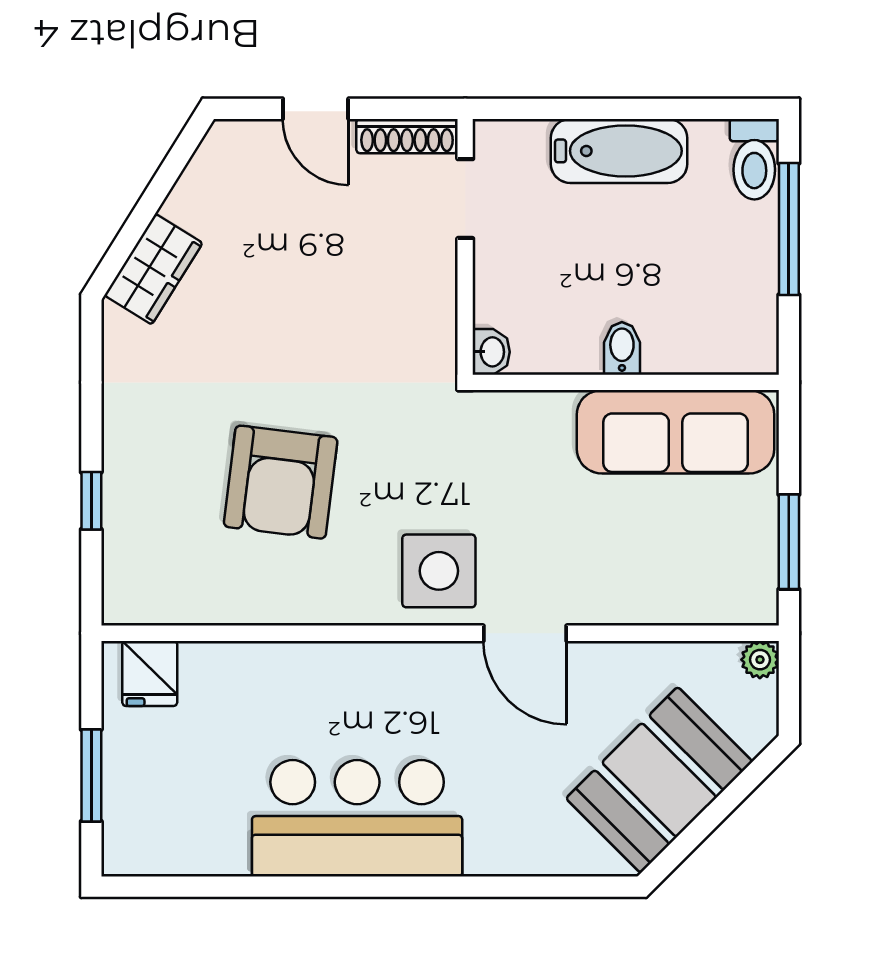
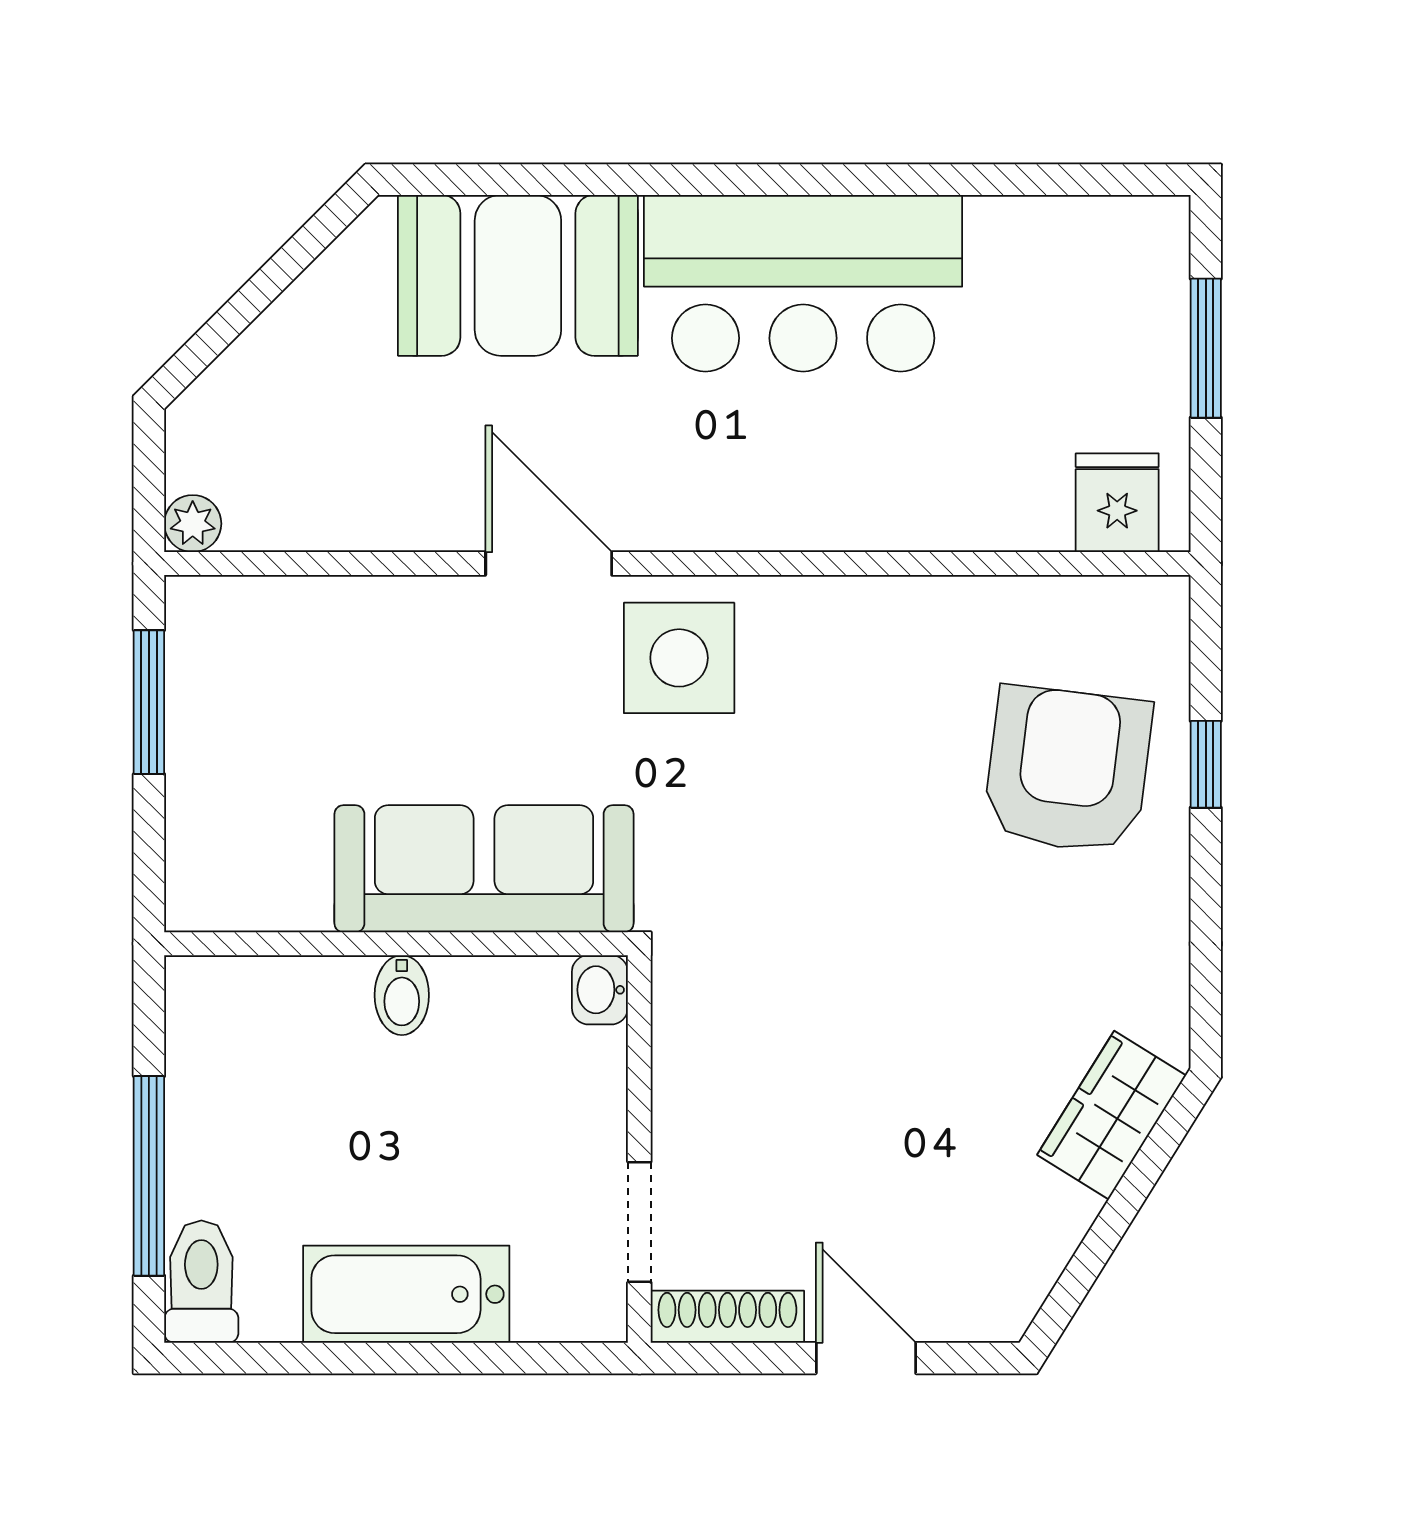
sofa: (676, 432) -> (484, 869), moved
armchair: (281, 482) -> (1068, 770), moved
booth: (659, 780) -> (518, 275), moved, turned 45

